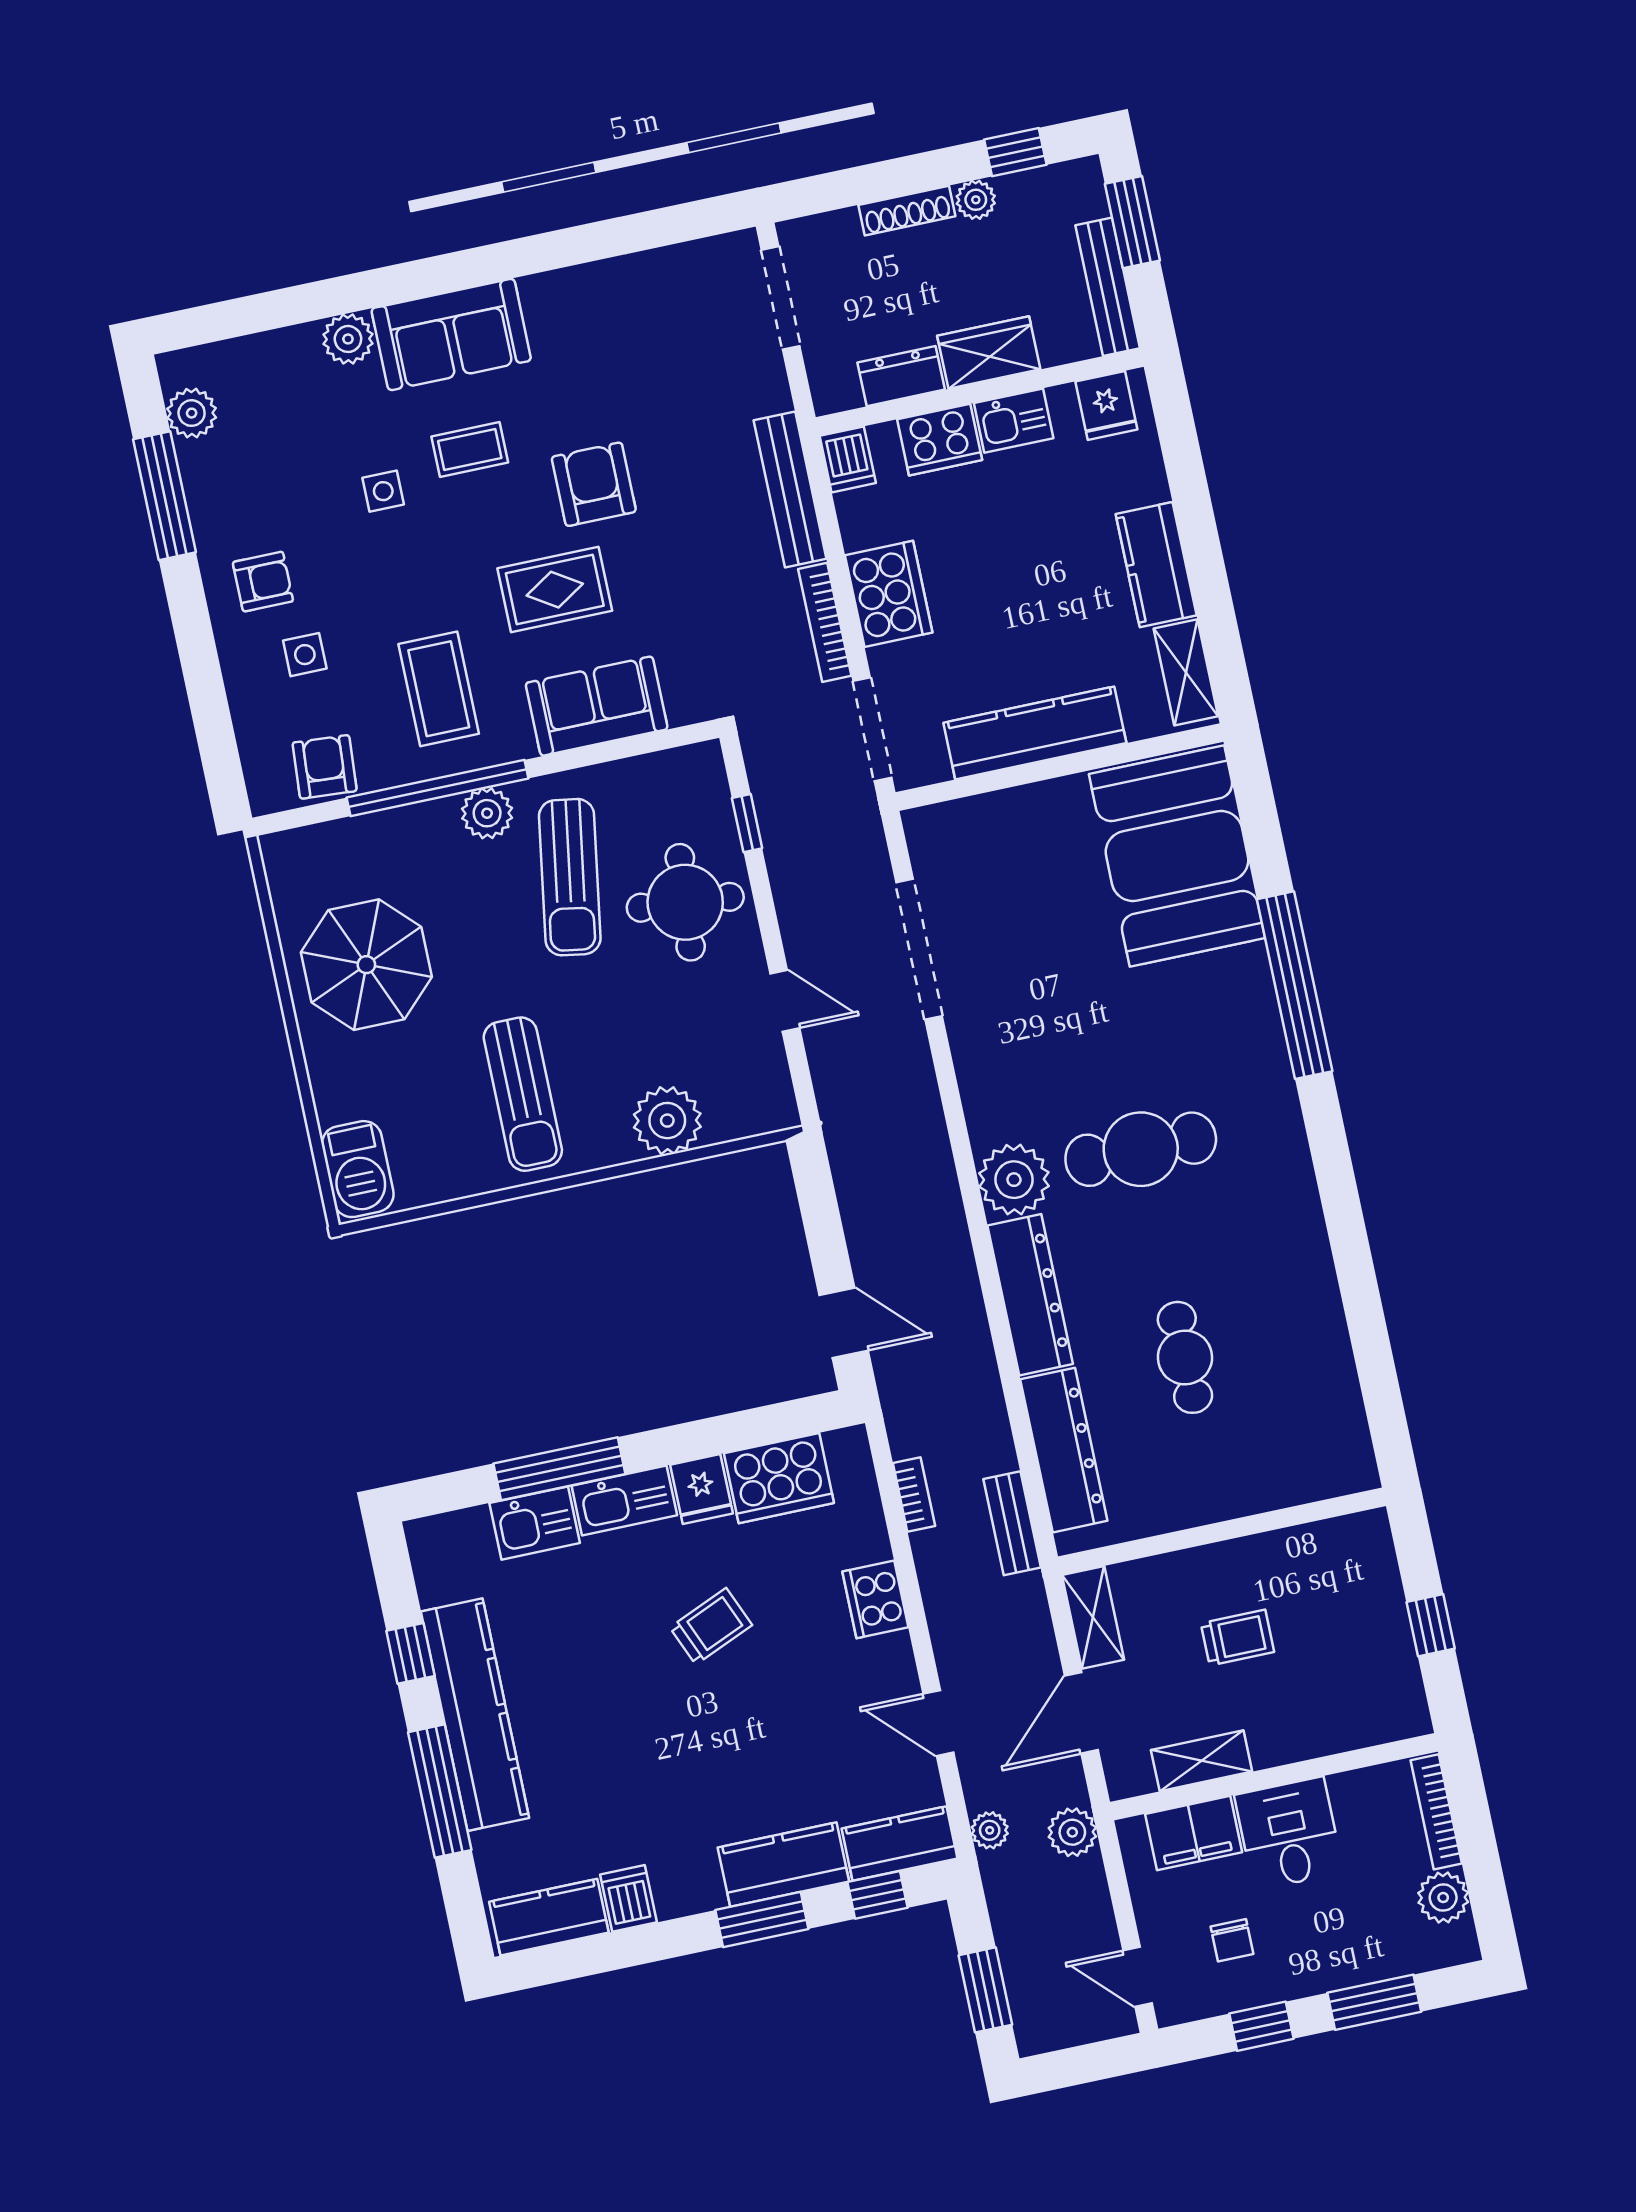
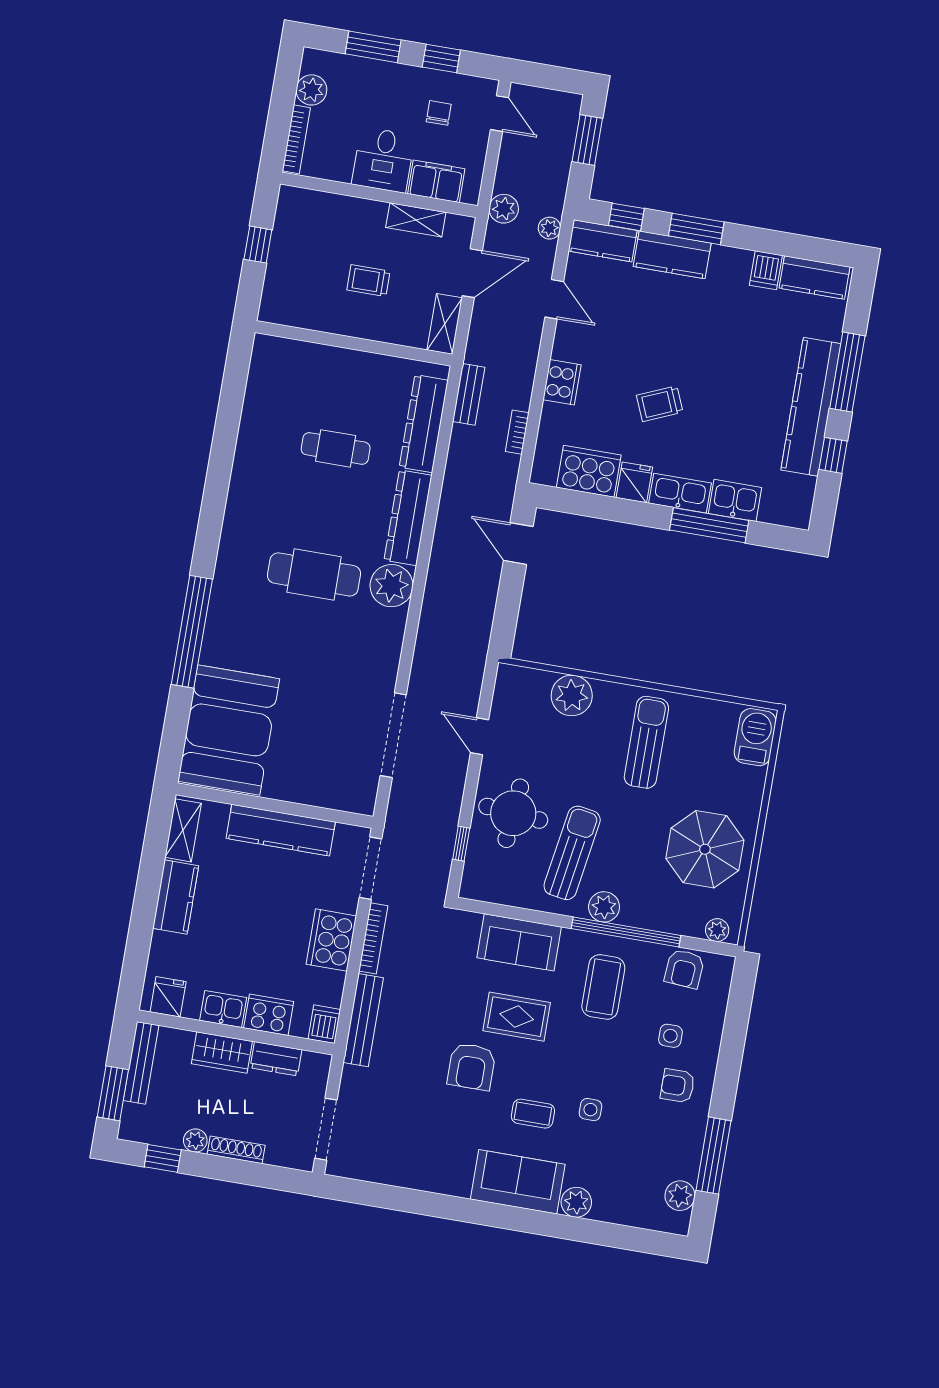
plant: (298, 847) -> (717, 930), added
cafe table: (1185, 1357) -> (336, 448), turned 90

